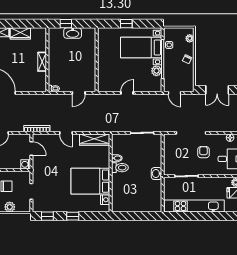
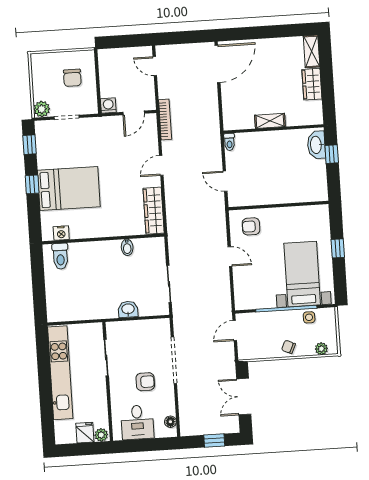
washbasin: (73, 33) -> (316, 145), moved
plant: (156, 71) -> (267, 300), removed
armchair: (109, 78) -> (251, 226), added
toilet: (120, 168) -> (60, 256), moved
washbasin: (157, 174) -> (128, 309), moved
bed: (90, 181) -> (69, 189), moved, turned 90
plant: (10, 207) -> (42, 109), moved

